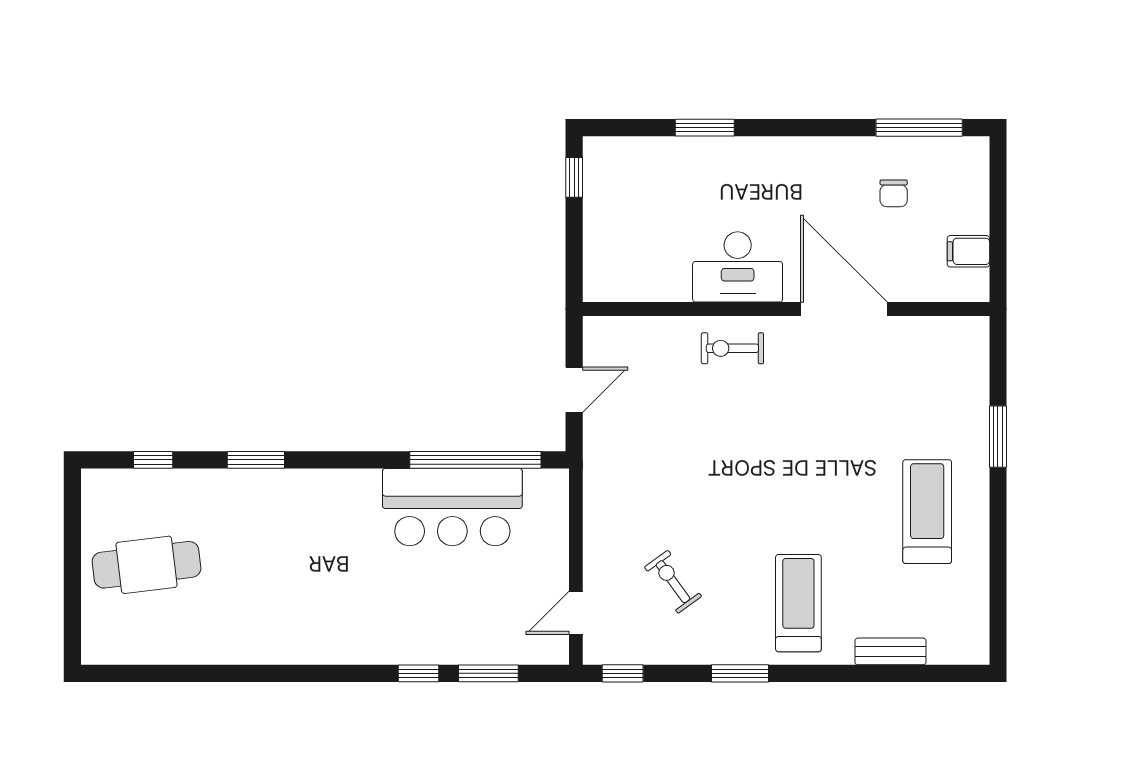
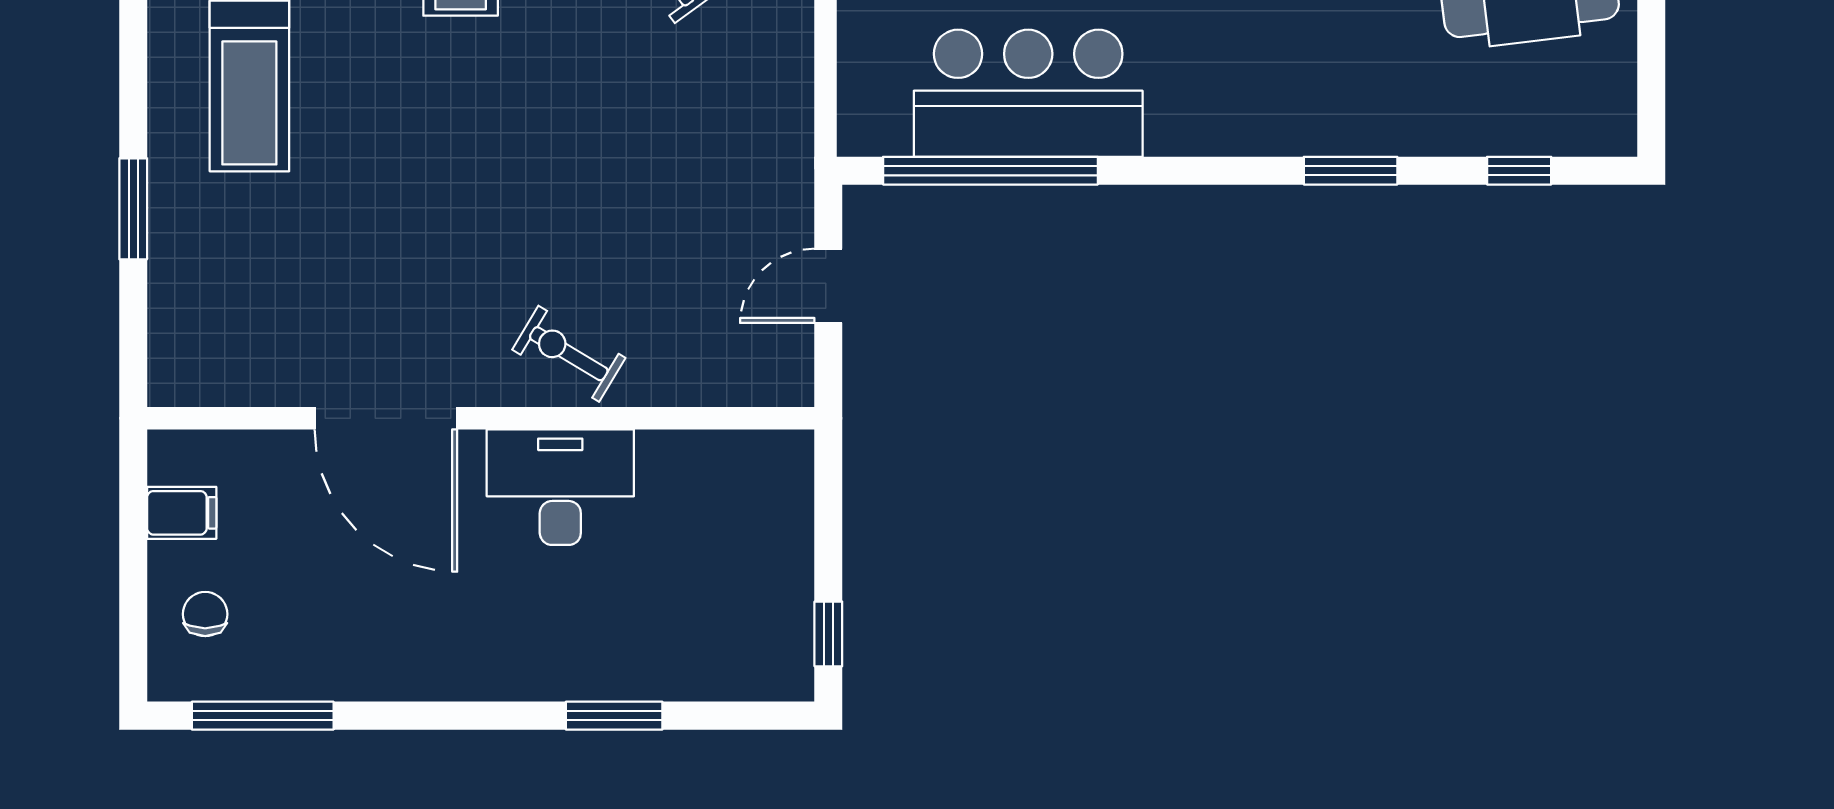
chair: (894, 193) -> (205, 614), moved
exercise bike: (732, 348) -> (569, 354), turned -149

